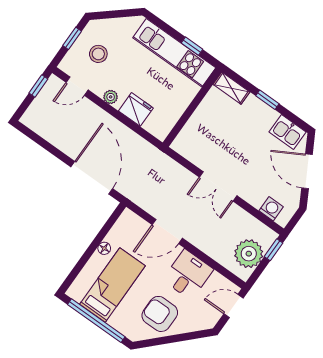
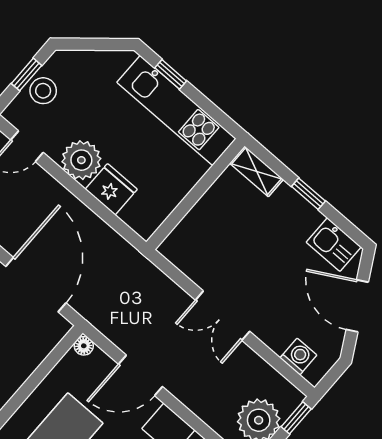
window: (192, 46) -> (171, 74), moved
stool: (98, 54) -> (43, 91), moved
plant: (111, 97) -> (81, 160), width x1.88, depth x1.88
floor lamp: (104, 248) -> (84, 346), moved

